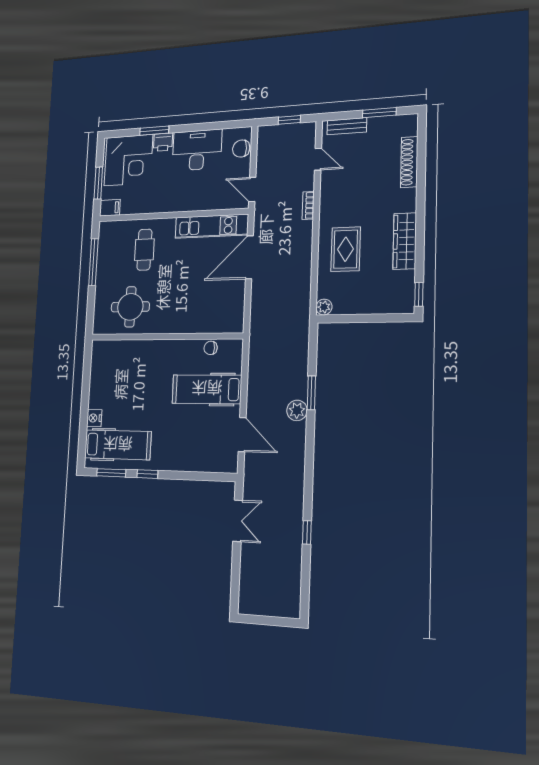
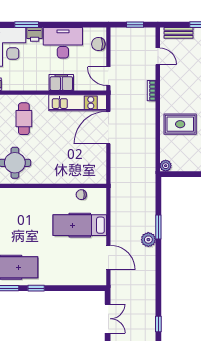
filing cabinet: (193, 201) -> (61, 82), added
rug: (346, 249) -> (180, 124), turned 90

